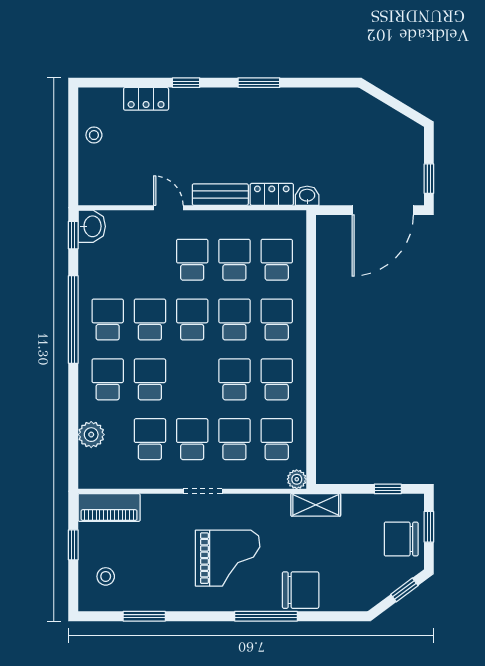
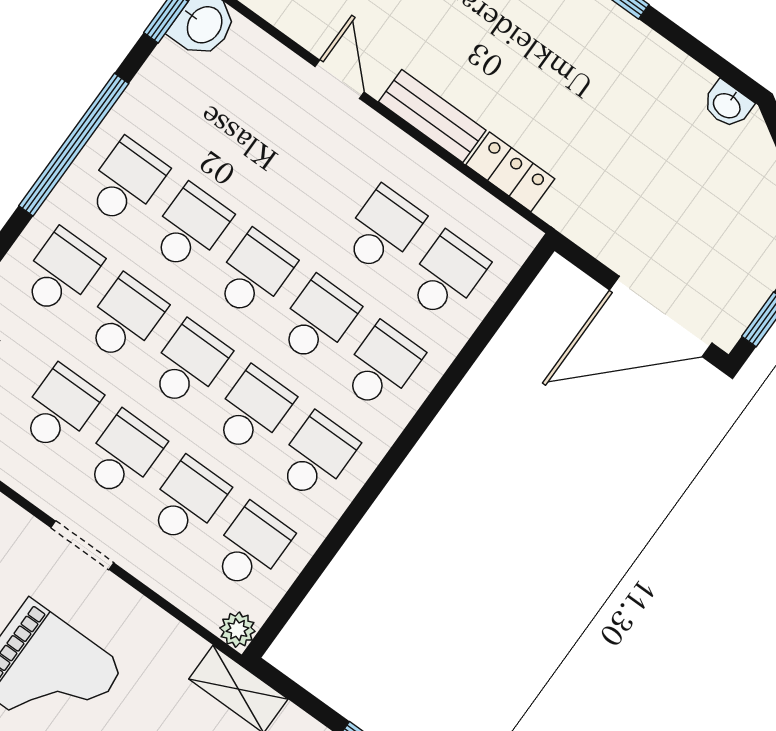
washbasin: (307, 196) -> (727, 105), moved, turned 180
school desk: (192, 260) -> (188, 365), moved

